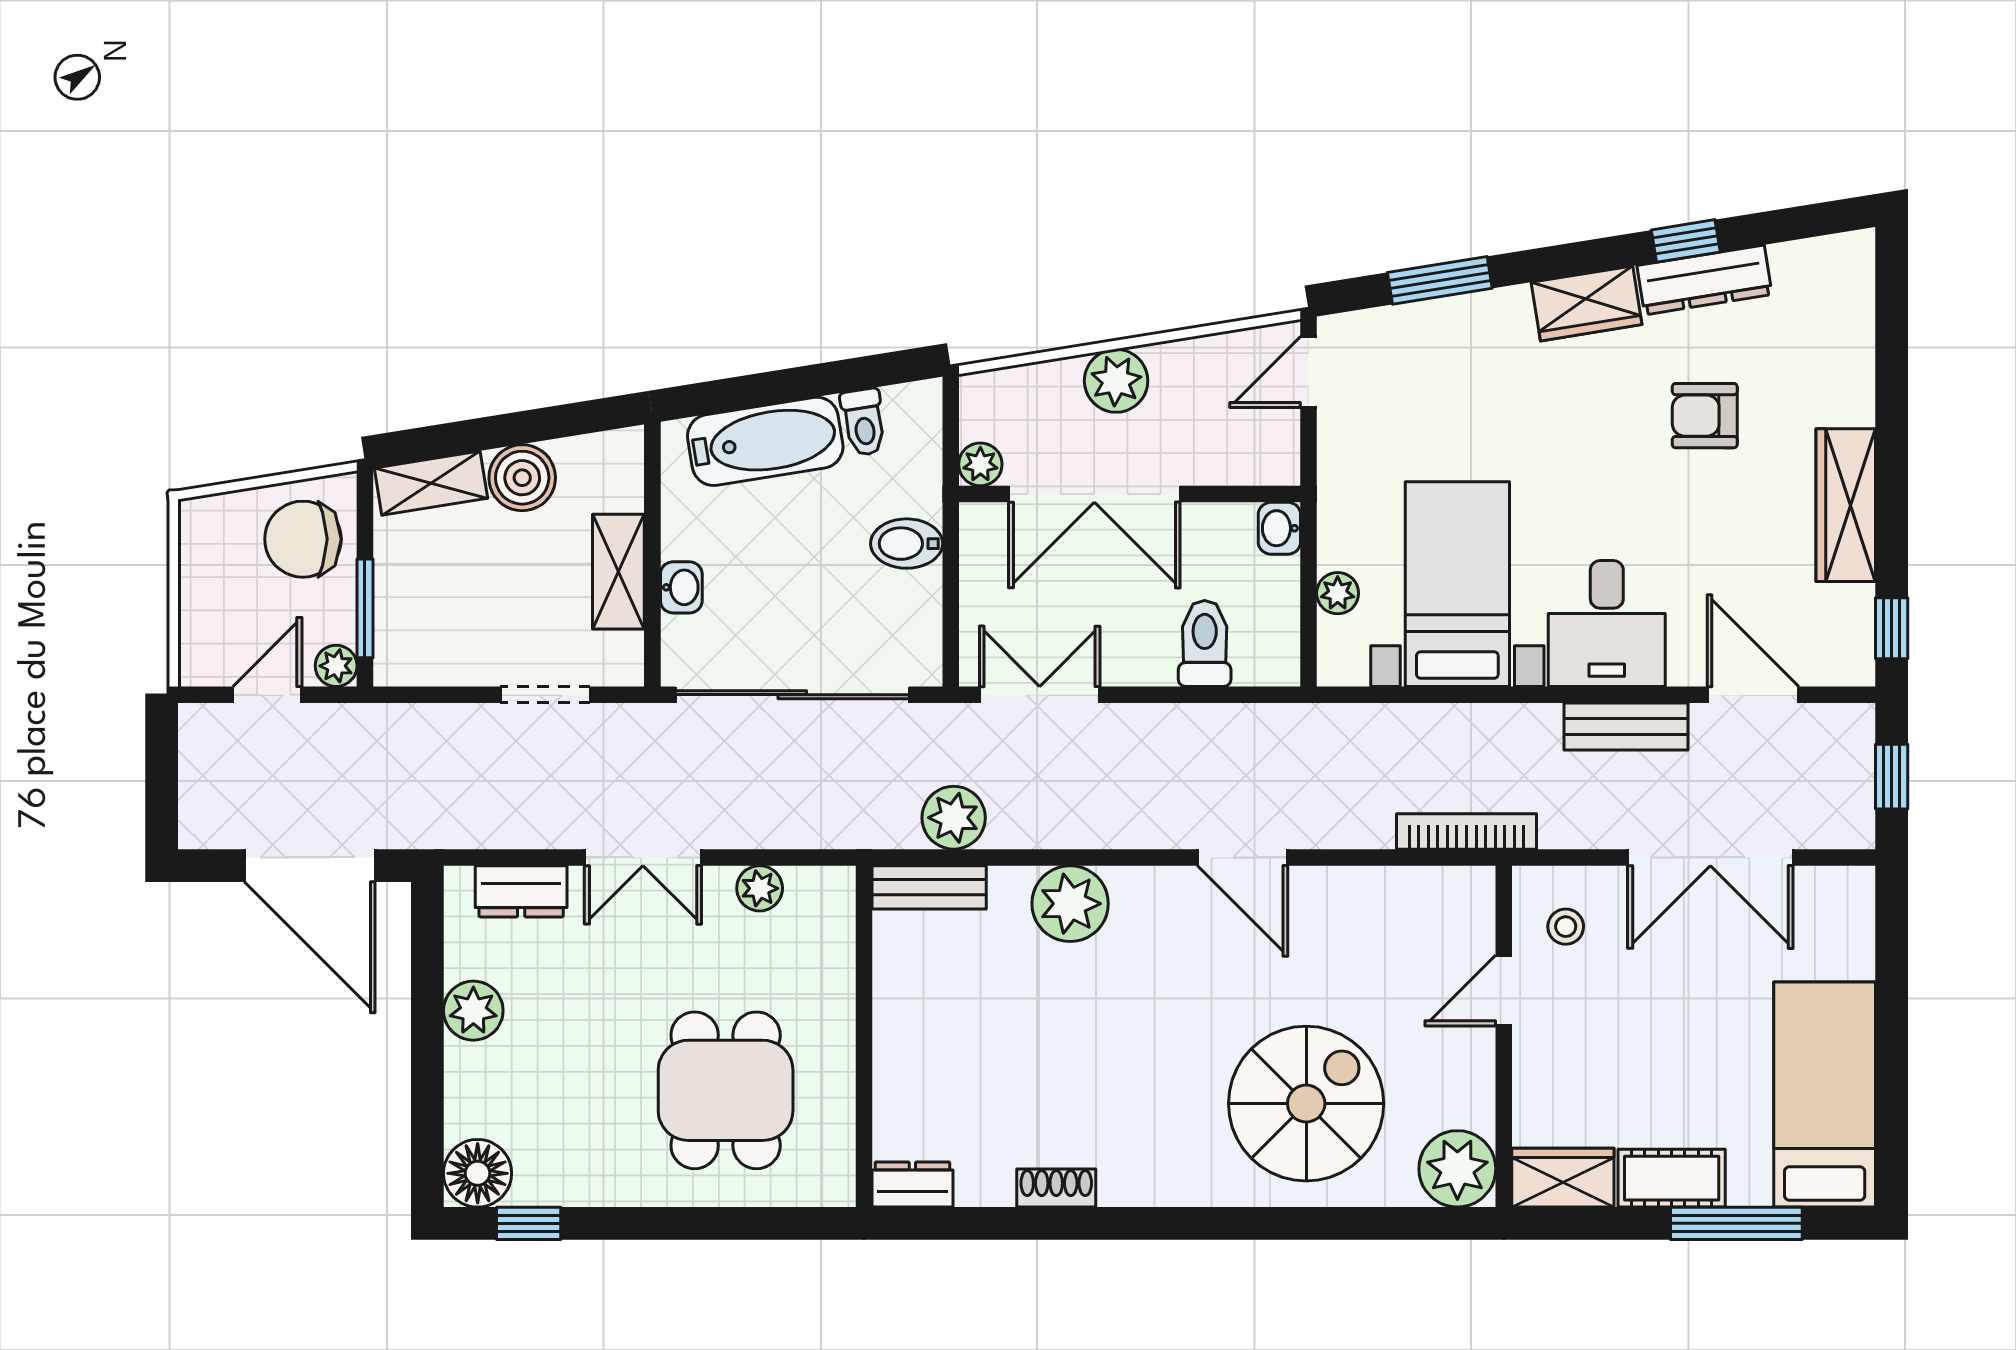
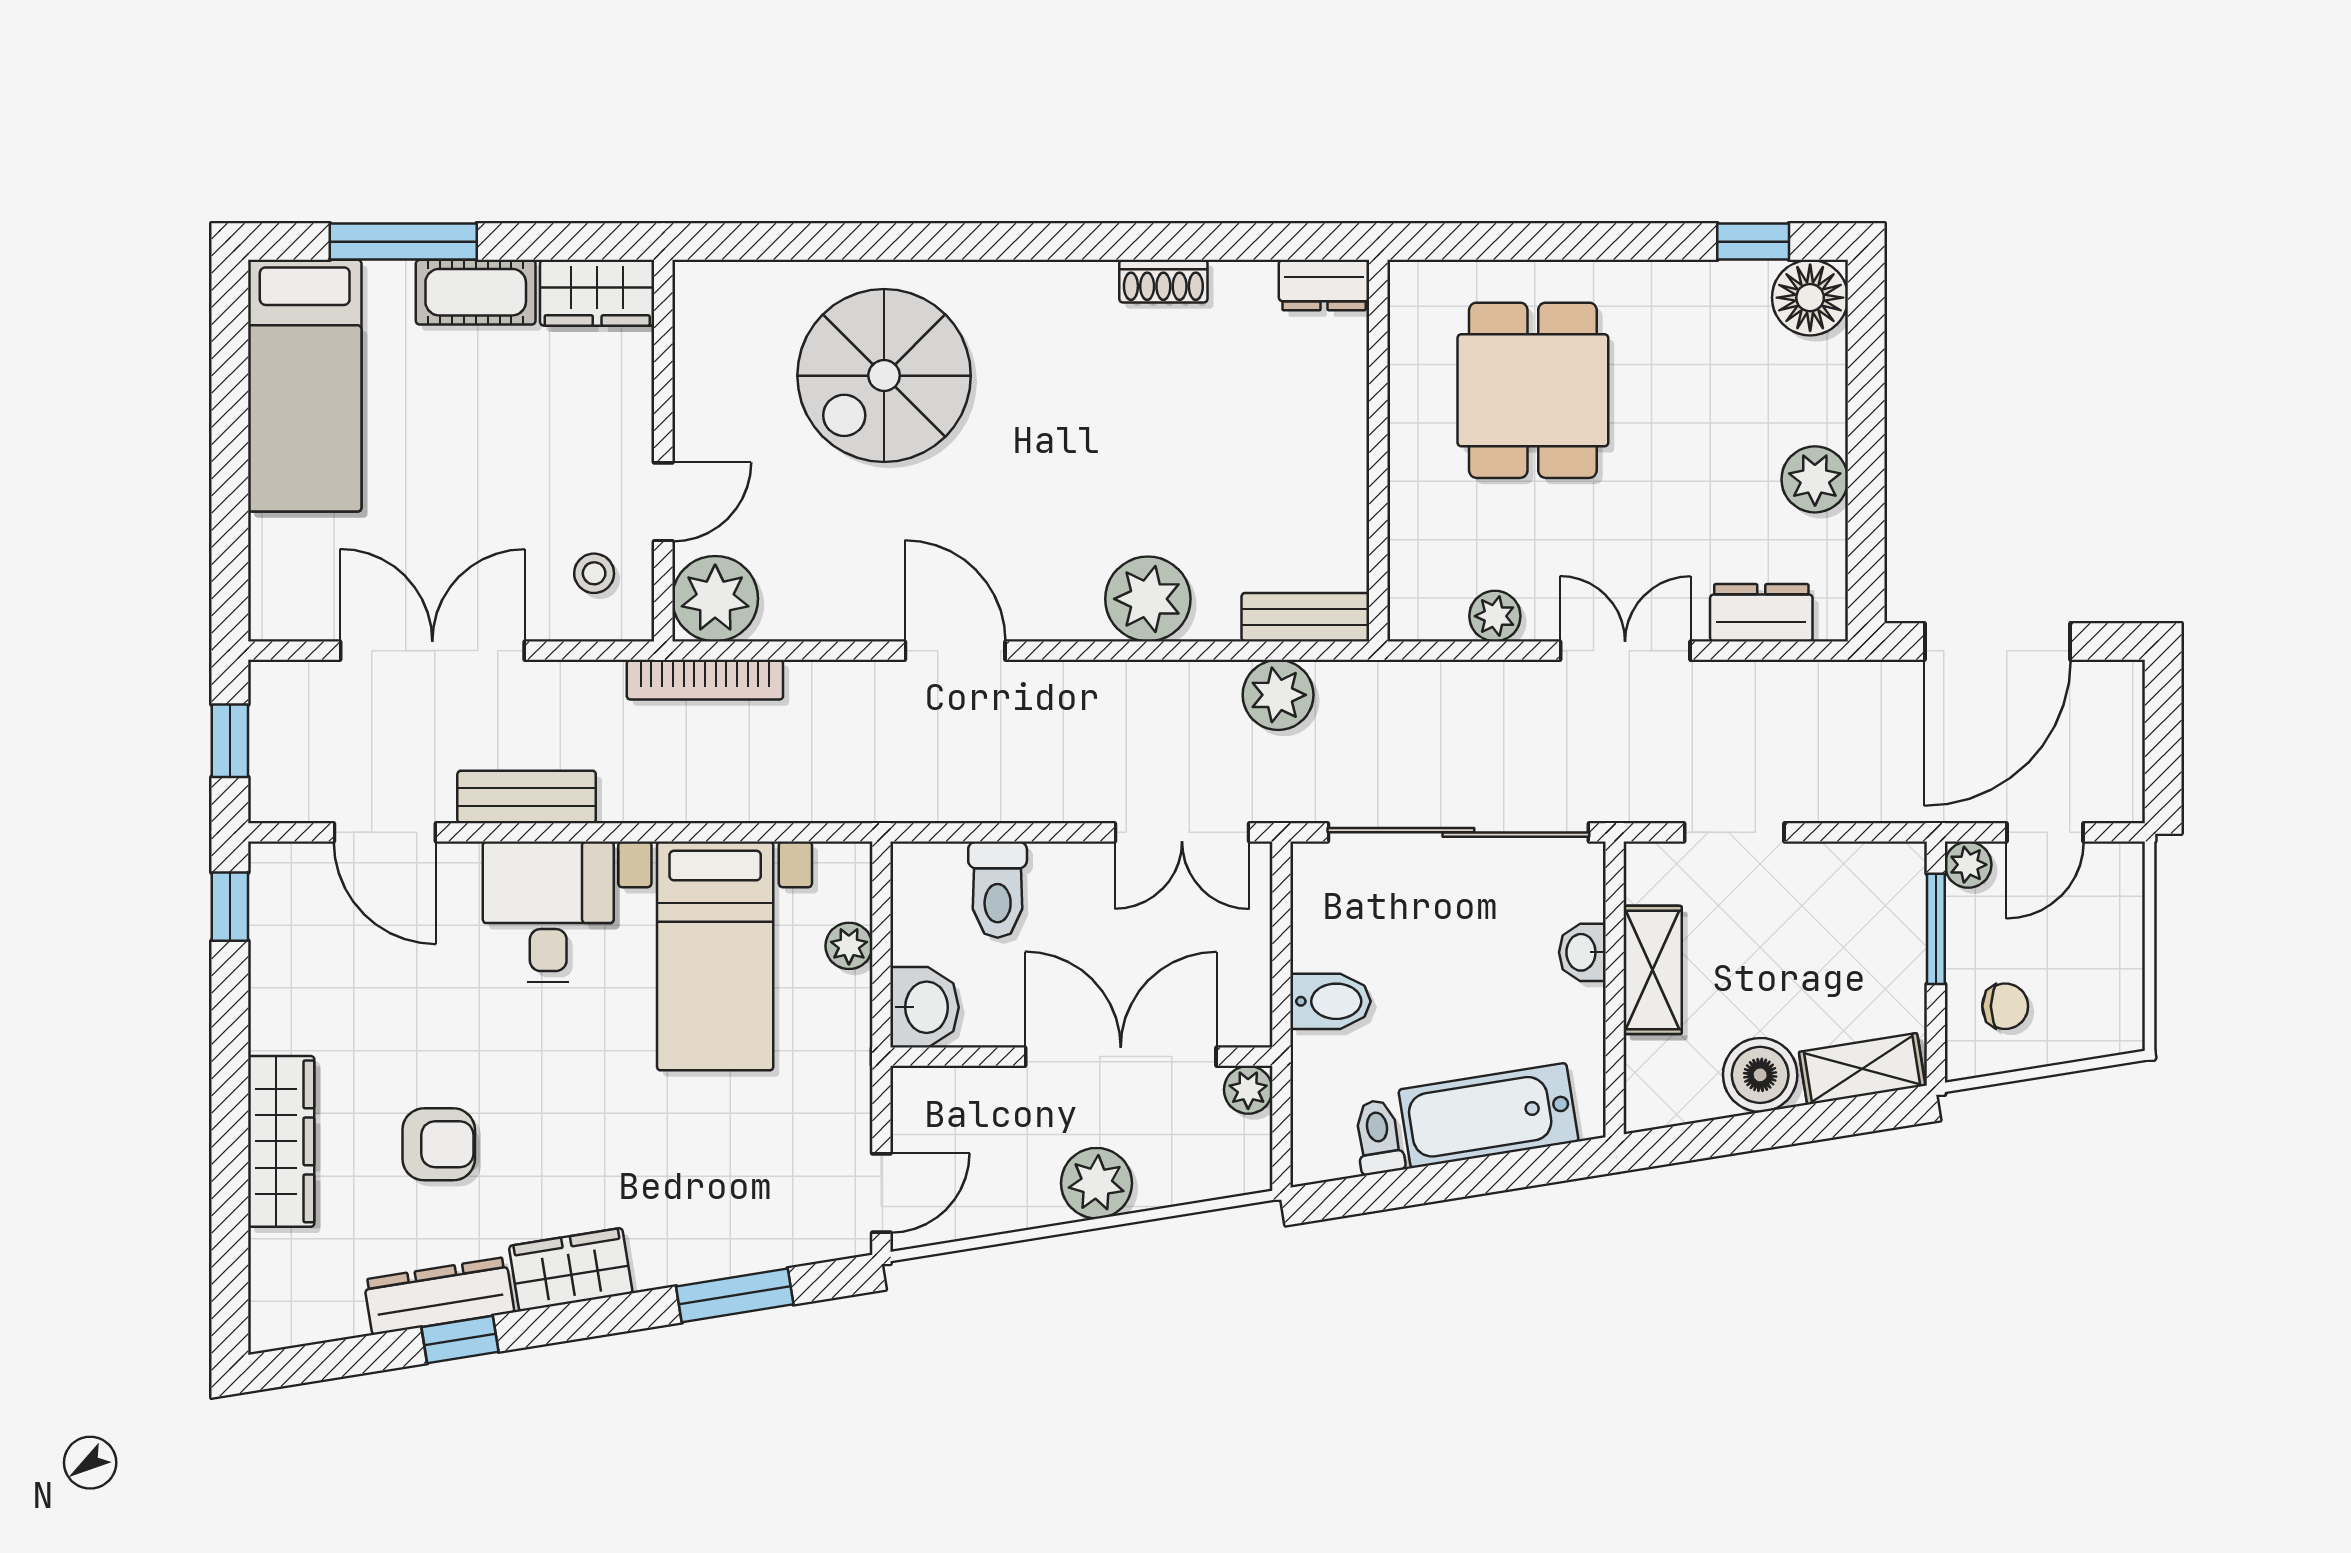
wardrobe: (1846, 505) -> (281, 1141), moved
washbasin: (1279, 528) -> (925, 1007), width x1.38, depth x1.45
chair: (303, 539) -> (2005, 1006), width x0.54, depth x0.54
door: (310, 866) -> (1998, 642), swing flipped
plant: (1457, 1169) -> (715, 599), moved

